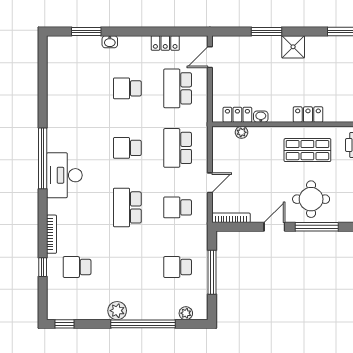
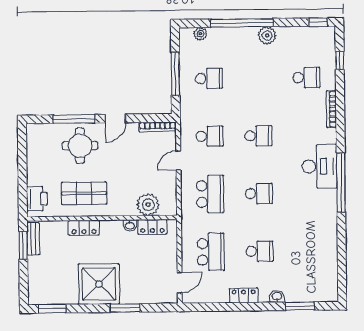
locker: (165, 43) -> (244, 296), moved
shower: (293, 47) -> (99, 284), width x1.86, depth x1.86
plant: (242, 132) -> (148, 205), width x1.88, depth x1.88
school desk: (127, 207) -> (258, 136), width x0.54
window: (43, 267) -> (340, 60), moved

